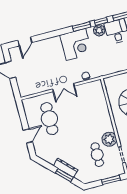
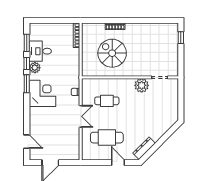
cafe table: (97, 155) -> (107, 101), moved
dresser: (66, 168) -> (144, 148), moved
window: (64, 175) -> (165, 138), removed
window: (111, 180) -> (181, 94), removed

